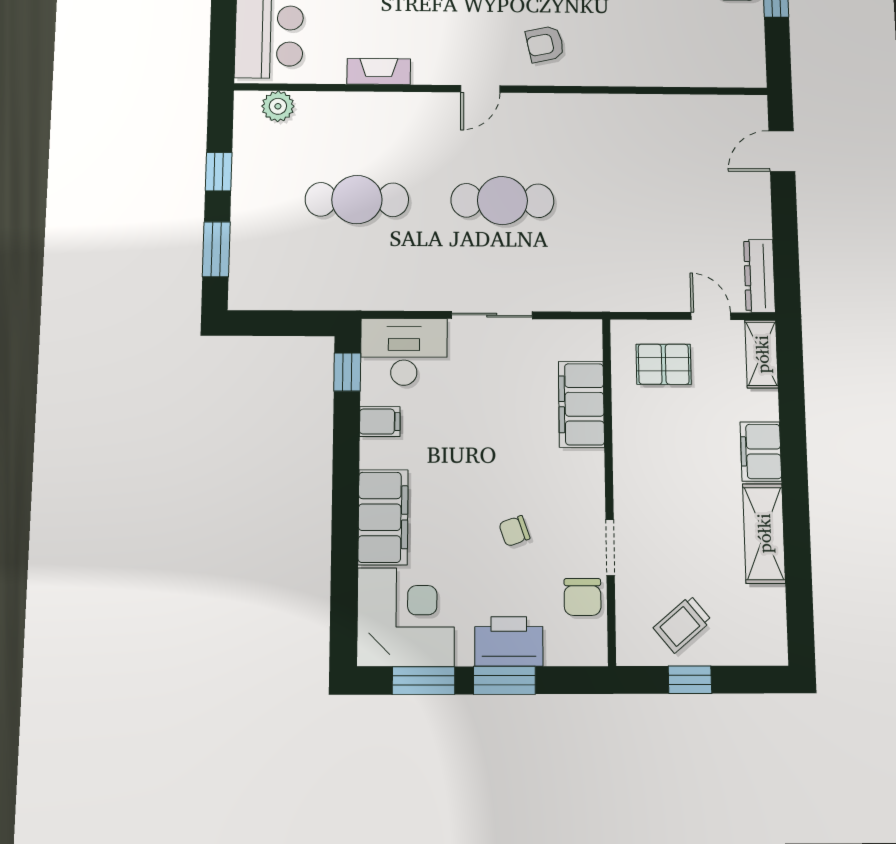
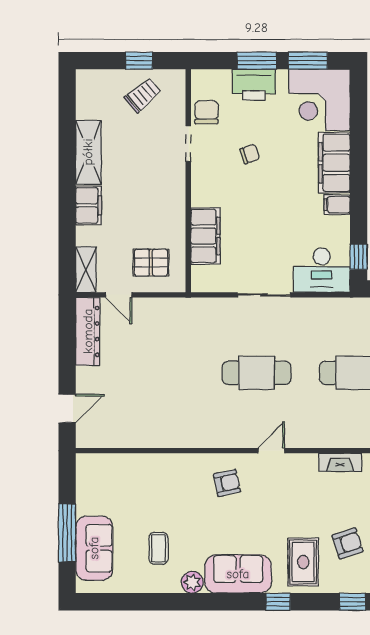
dresser: (759, 276) -> (88, 331), width x1.37, depth x1.24
filing cabinet: (380, 422) -> (337, 205), moved

